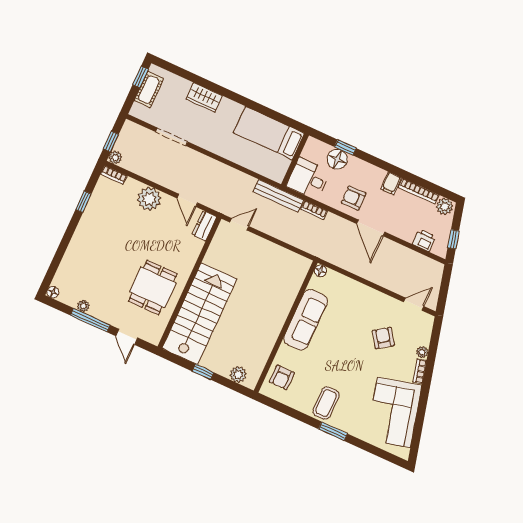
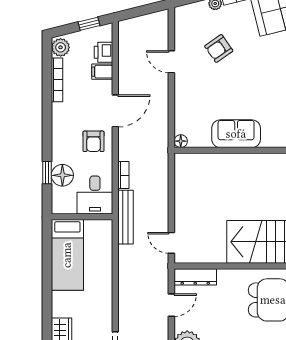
filing cabinet: (391, 183) -> (102, 72), moved, turned 180
dresser: (204, 226) -> (195, 277), width x1.44
door: (414, 304) -> (171, 62), moved
sofa: (306, 320) -> (236, 134), width x0.73

